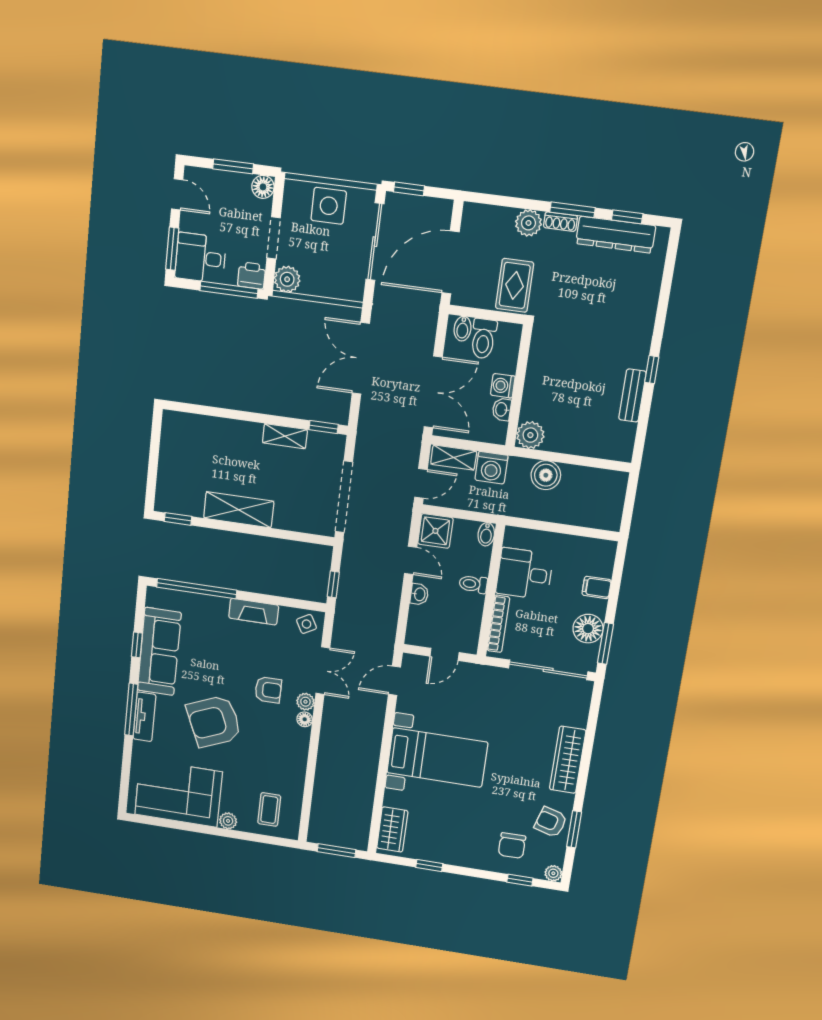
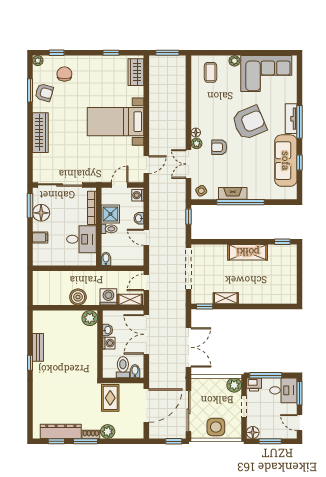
shower: (435, 531) -> (110, 214), moved
window: (197, 589) -> (241, 202), moved
washing machine: (416, 633) -> (138, 195), added

